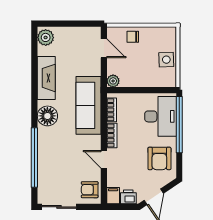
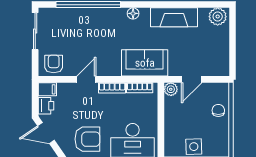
door: (104, 48) -> (192, 79), moved
sofa: (89, 105) -> (145, 63), width x0.73
floor lamp: (47, 116) -> (133, 13), width x0.53, depth x0.53
armchair: (159, 158) -> (87, 139), turned 180

